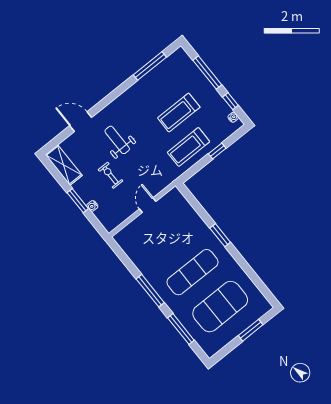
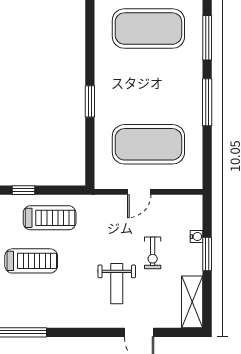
exercise mat: (193, 272) -> (148, 144), moved, width x1.47

